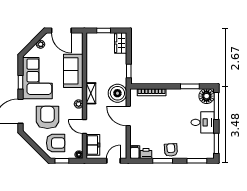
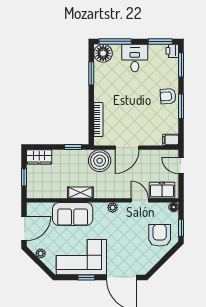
shelving: (91, 93) -> (80, 193), moved
armchair: (47, 117) -> (129, 245), removed
door: (84, 126) -> (140, 200), swing flipped
printer: (146, 153) -> (172, 51), moved

